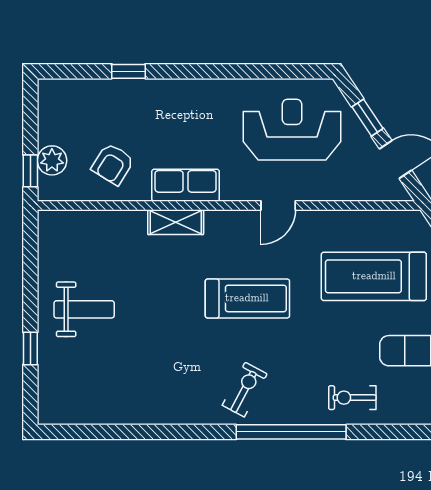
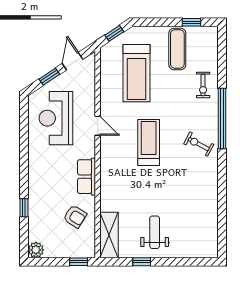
plant: (52, 160) -> (36, 250), moved
shelving: (176, 222) -> (109, 235), moved, width x1.50, depth x1.33
window: (30, 348) -> (142, 262), moved

